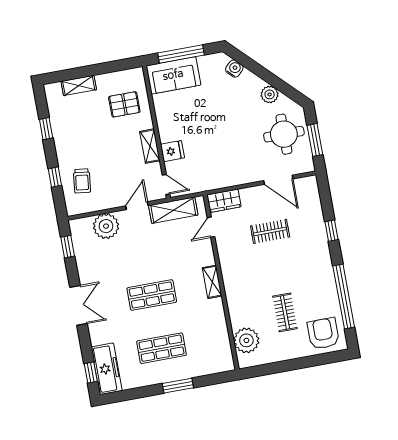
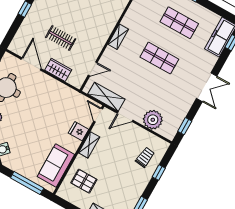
sofa: (173, 75) -> (56, 165), moved, turned -90
wardrobe: (224, 201) -> (58, 70), moved
double door: (78, 305) -> (207, 87), swing flipped

